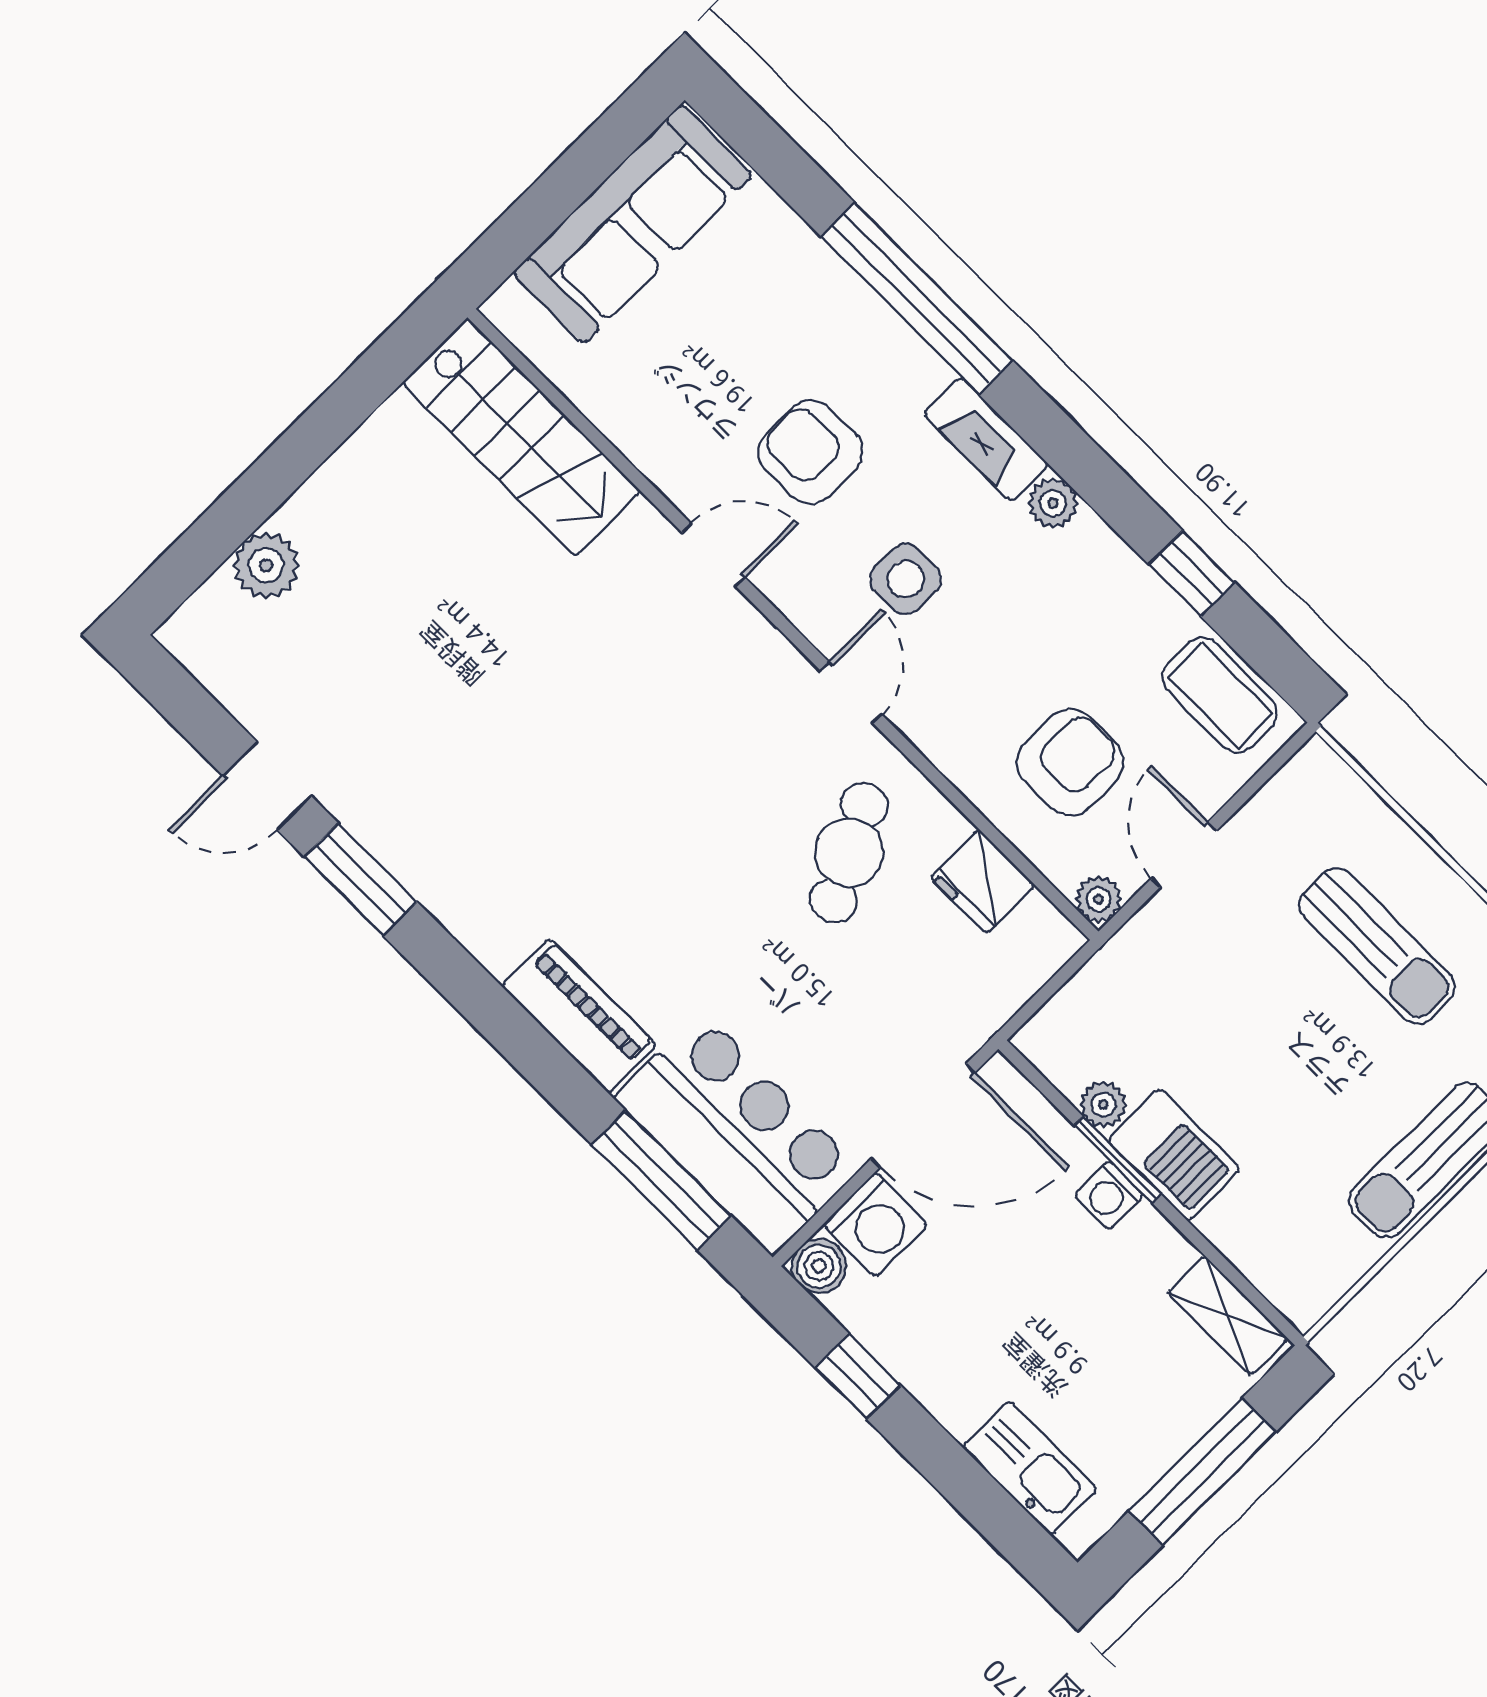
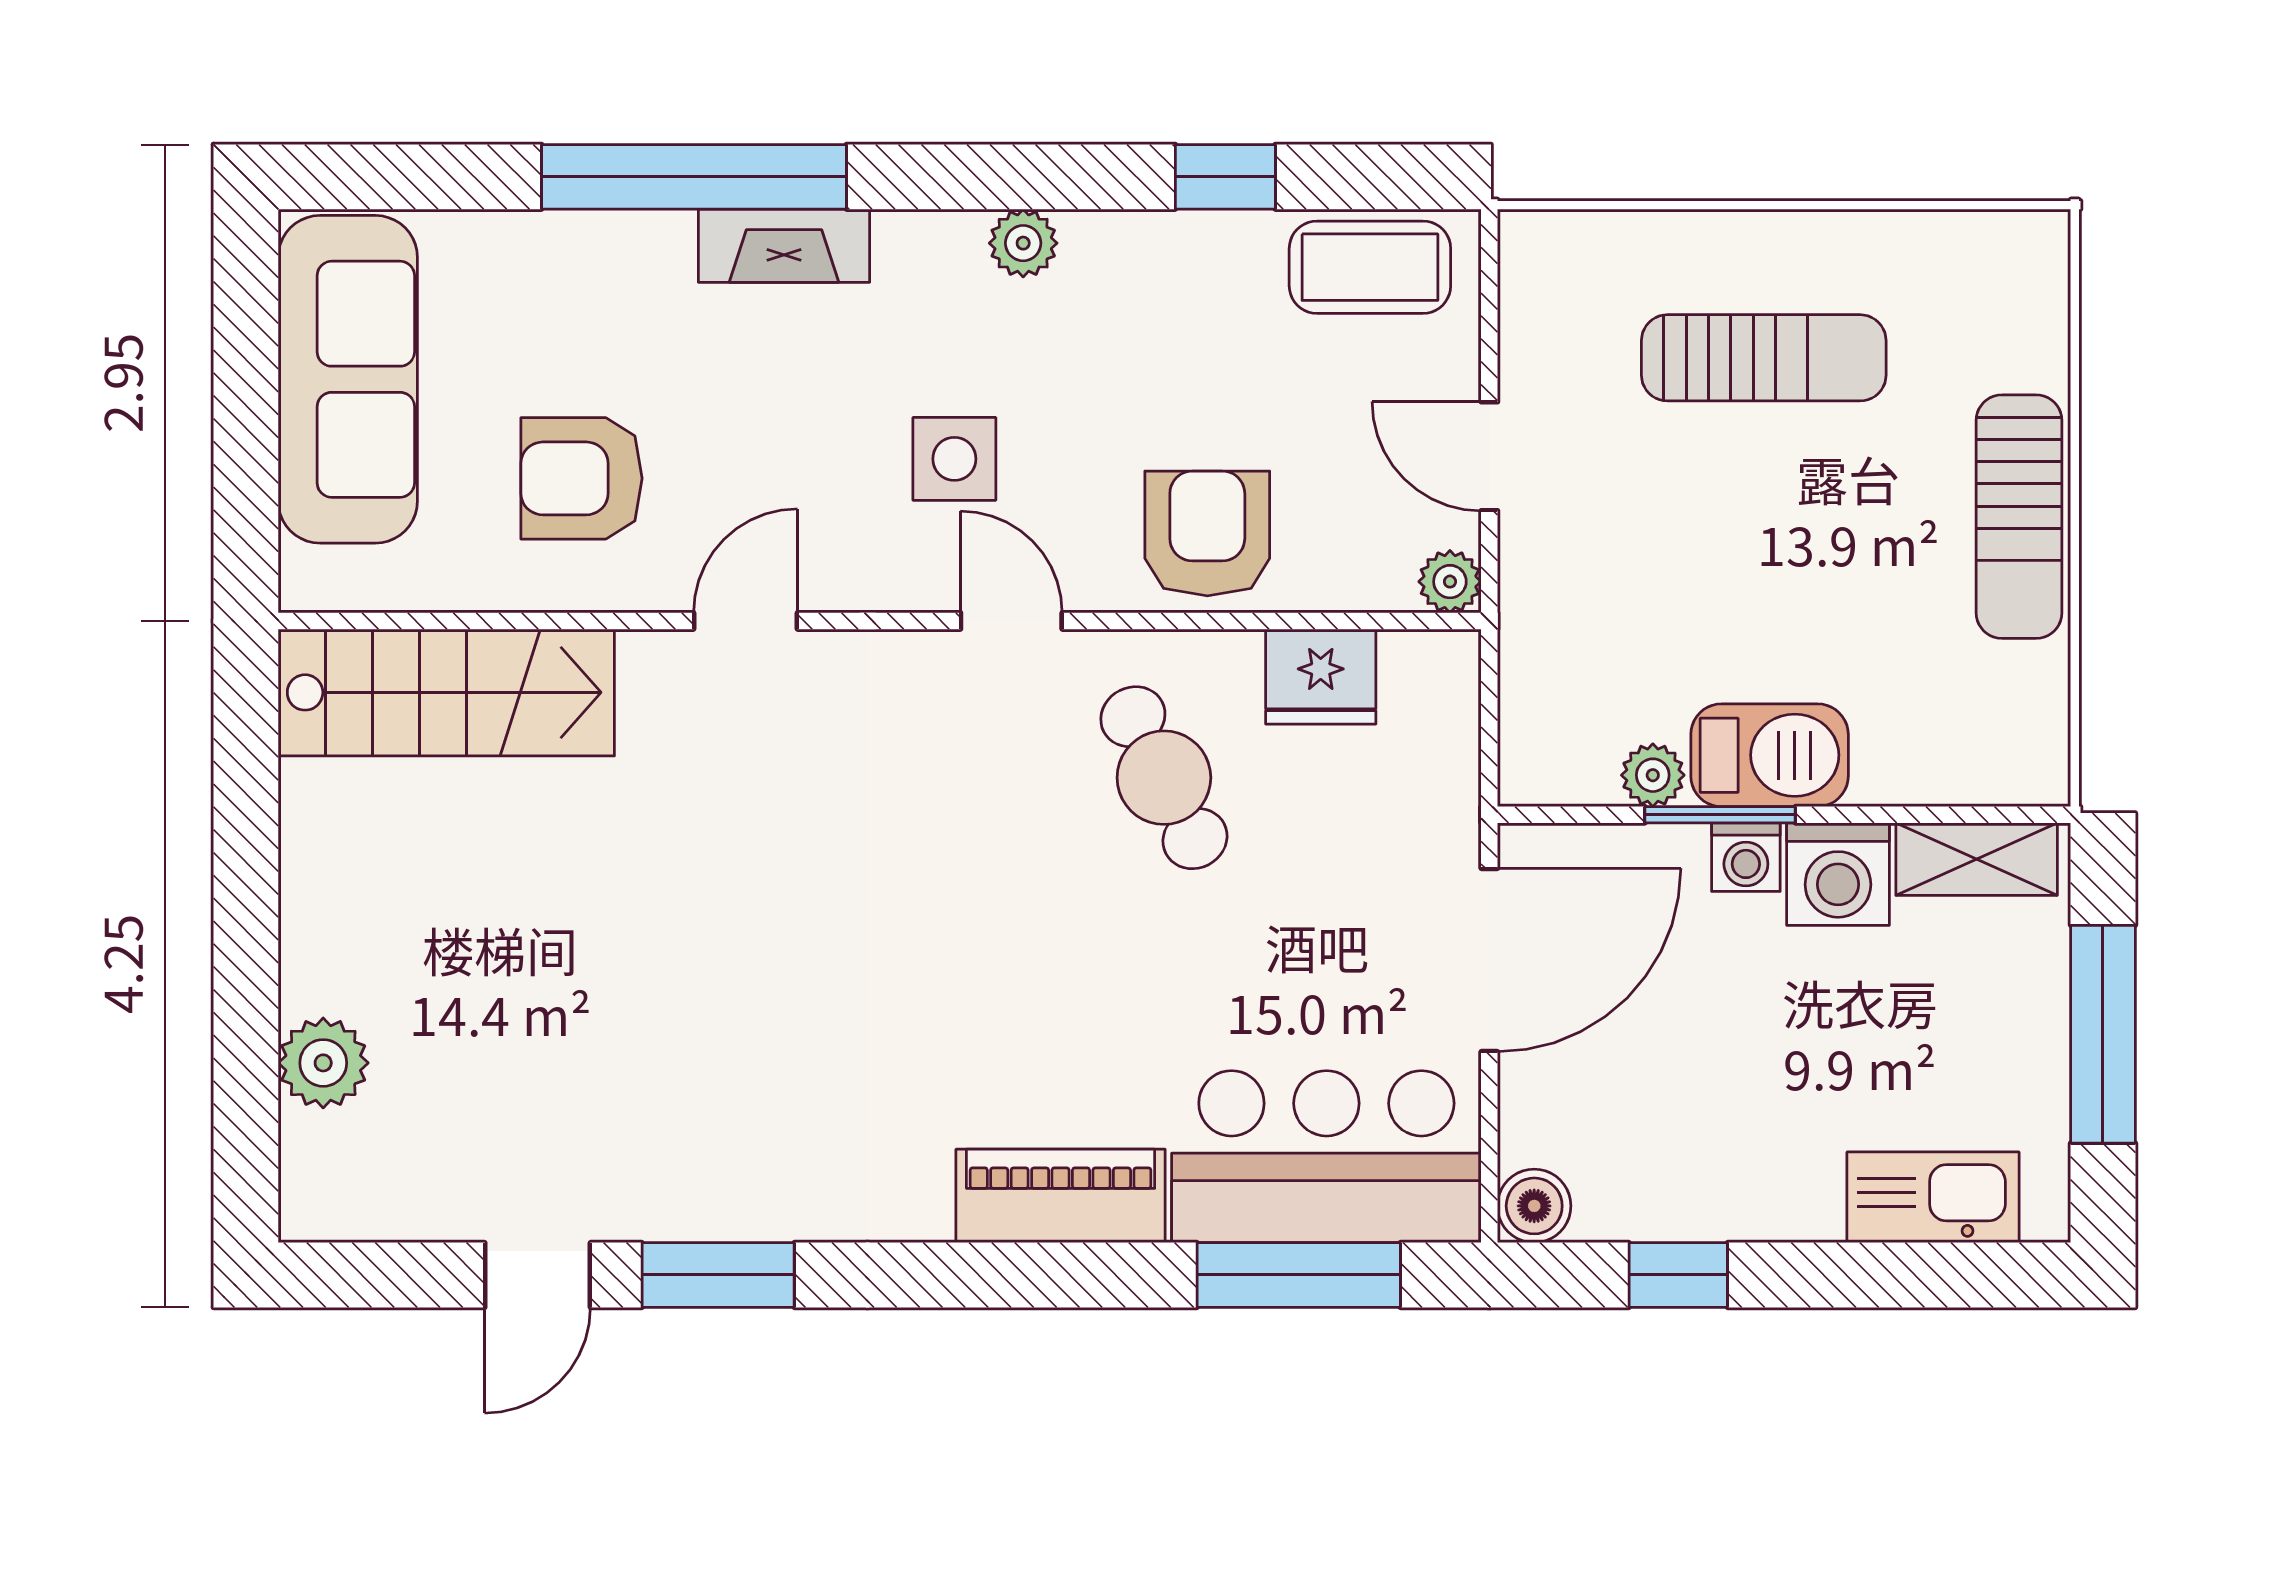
fireplace: (986, 439) -> (784, 246), moved
armchair: (810, 452) -> (582, 478), moved
armchair: (1070, 762) -> (1207, 533), moved
washing machine: (875, 1225) -> (1838, 874), moved, turned 90

